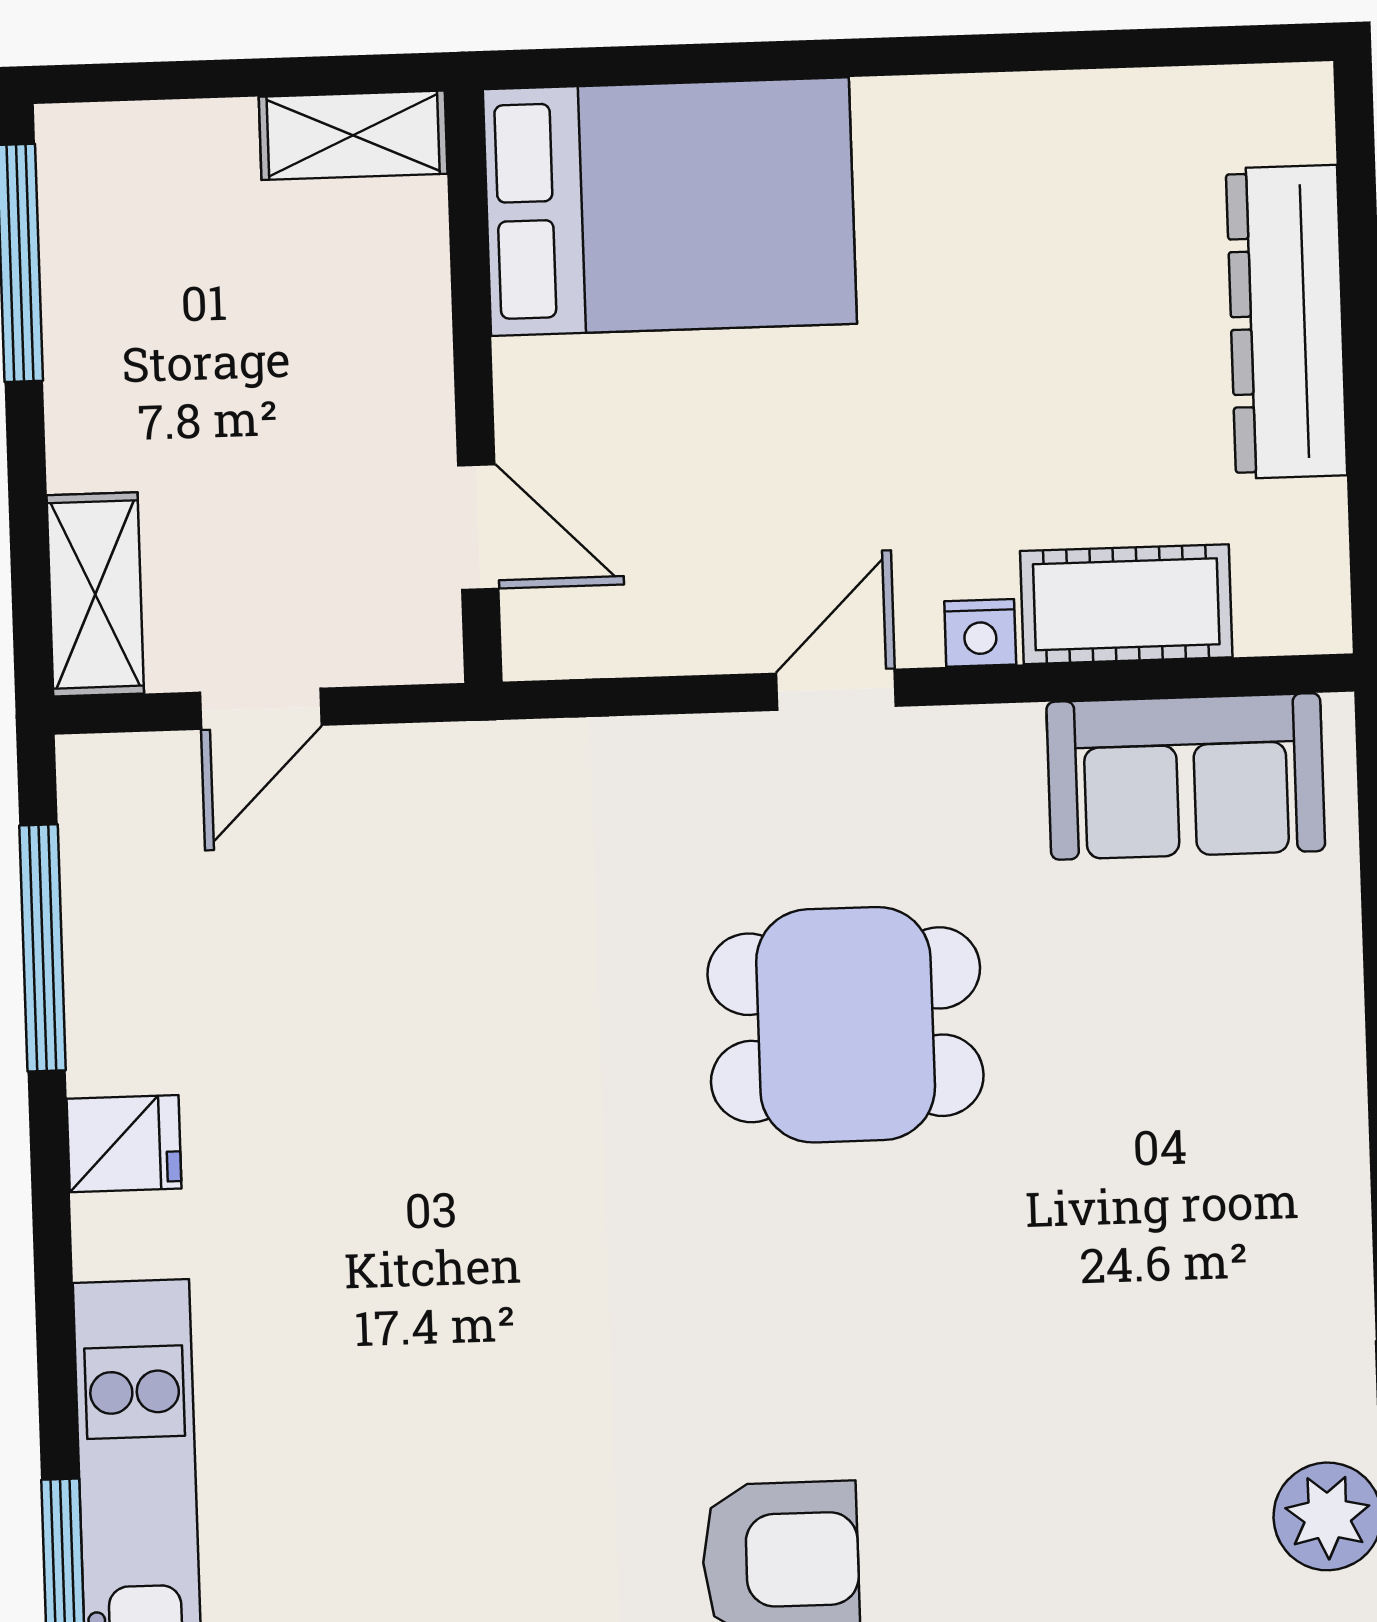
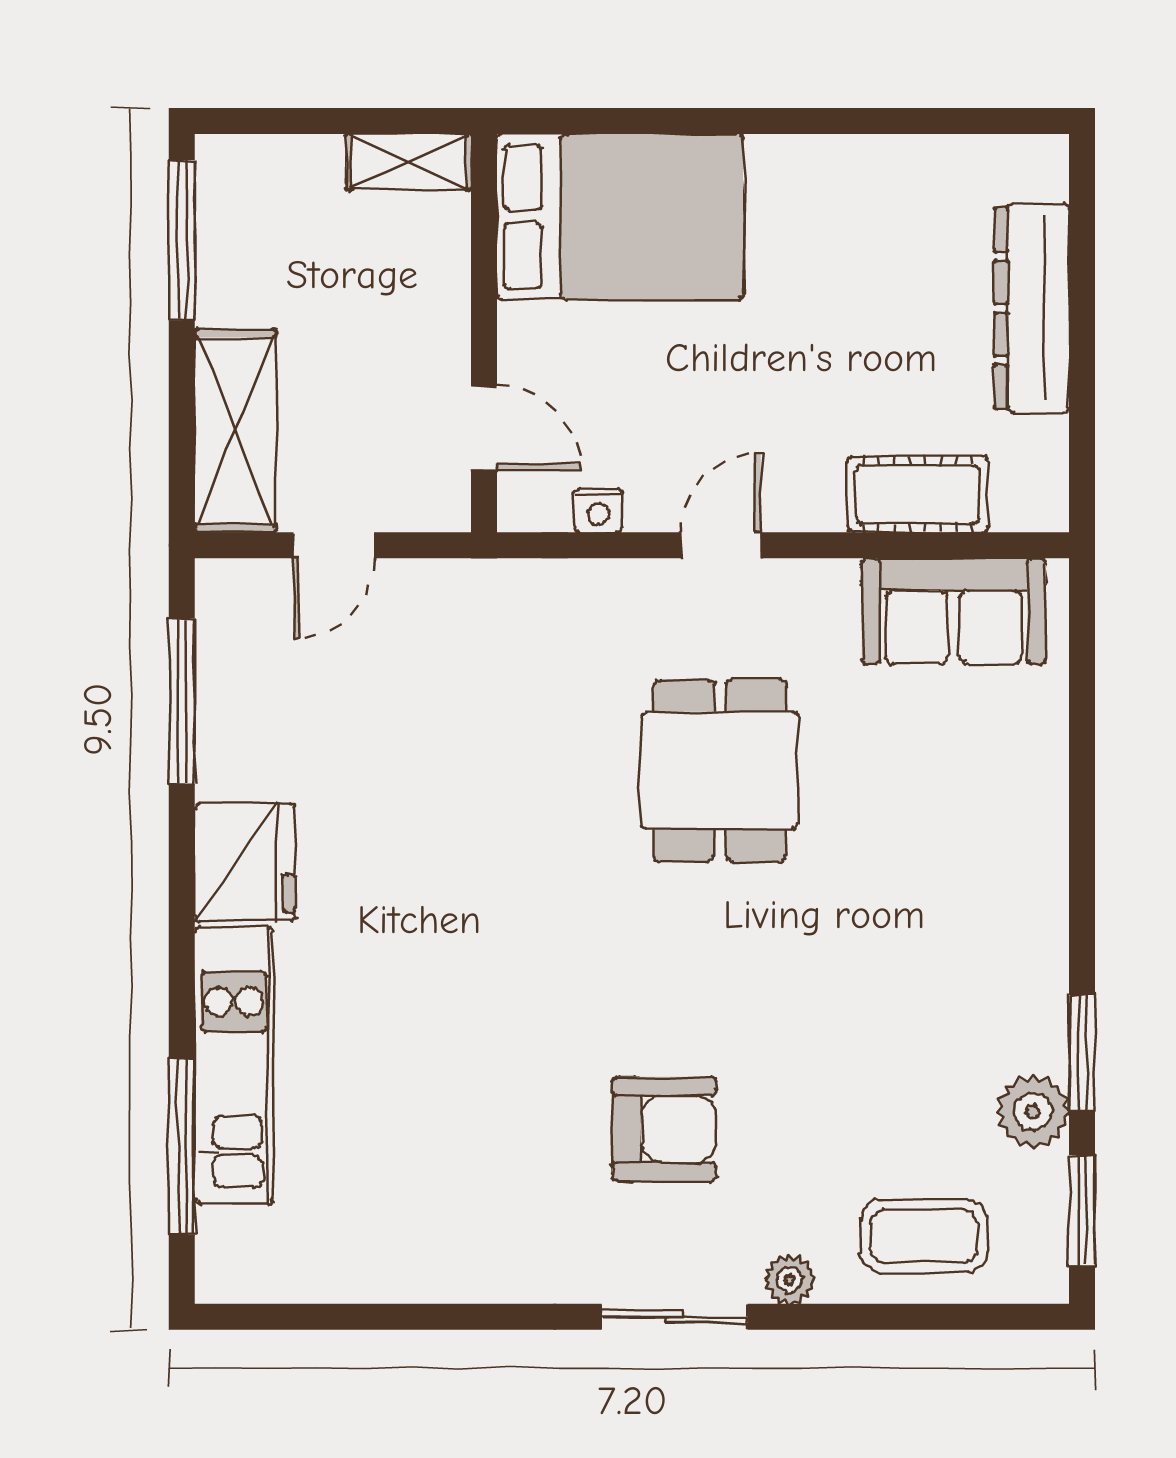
shelving: (95, 594) -> (235, 431), width x1.50, depth x1.33
nightstand: (980, 633) -> (598, 510), moved
dining table: (846, 1025) -> (720, 771), turned 90
fridge: (124, 1144) -> (245, 862), width x1.88, depth x1.34

